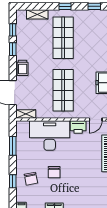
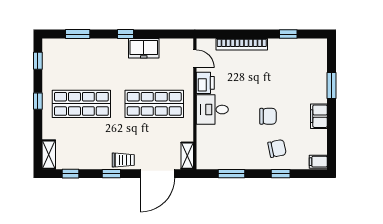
shelving: (37, 14) -> (49, 155), moved
window: (13, 49) -> (111, 174), moved
desk: (50, 136) -> (212, 110), width x0.53, depth x0.77

